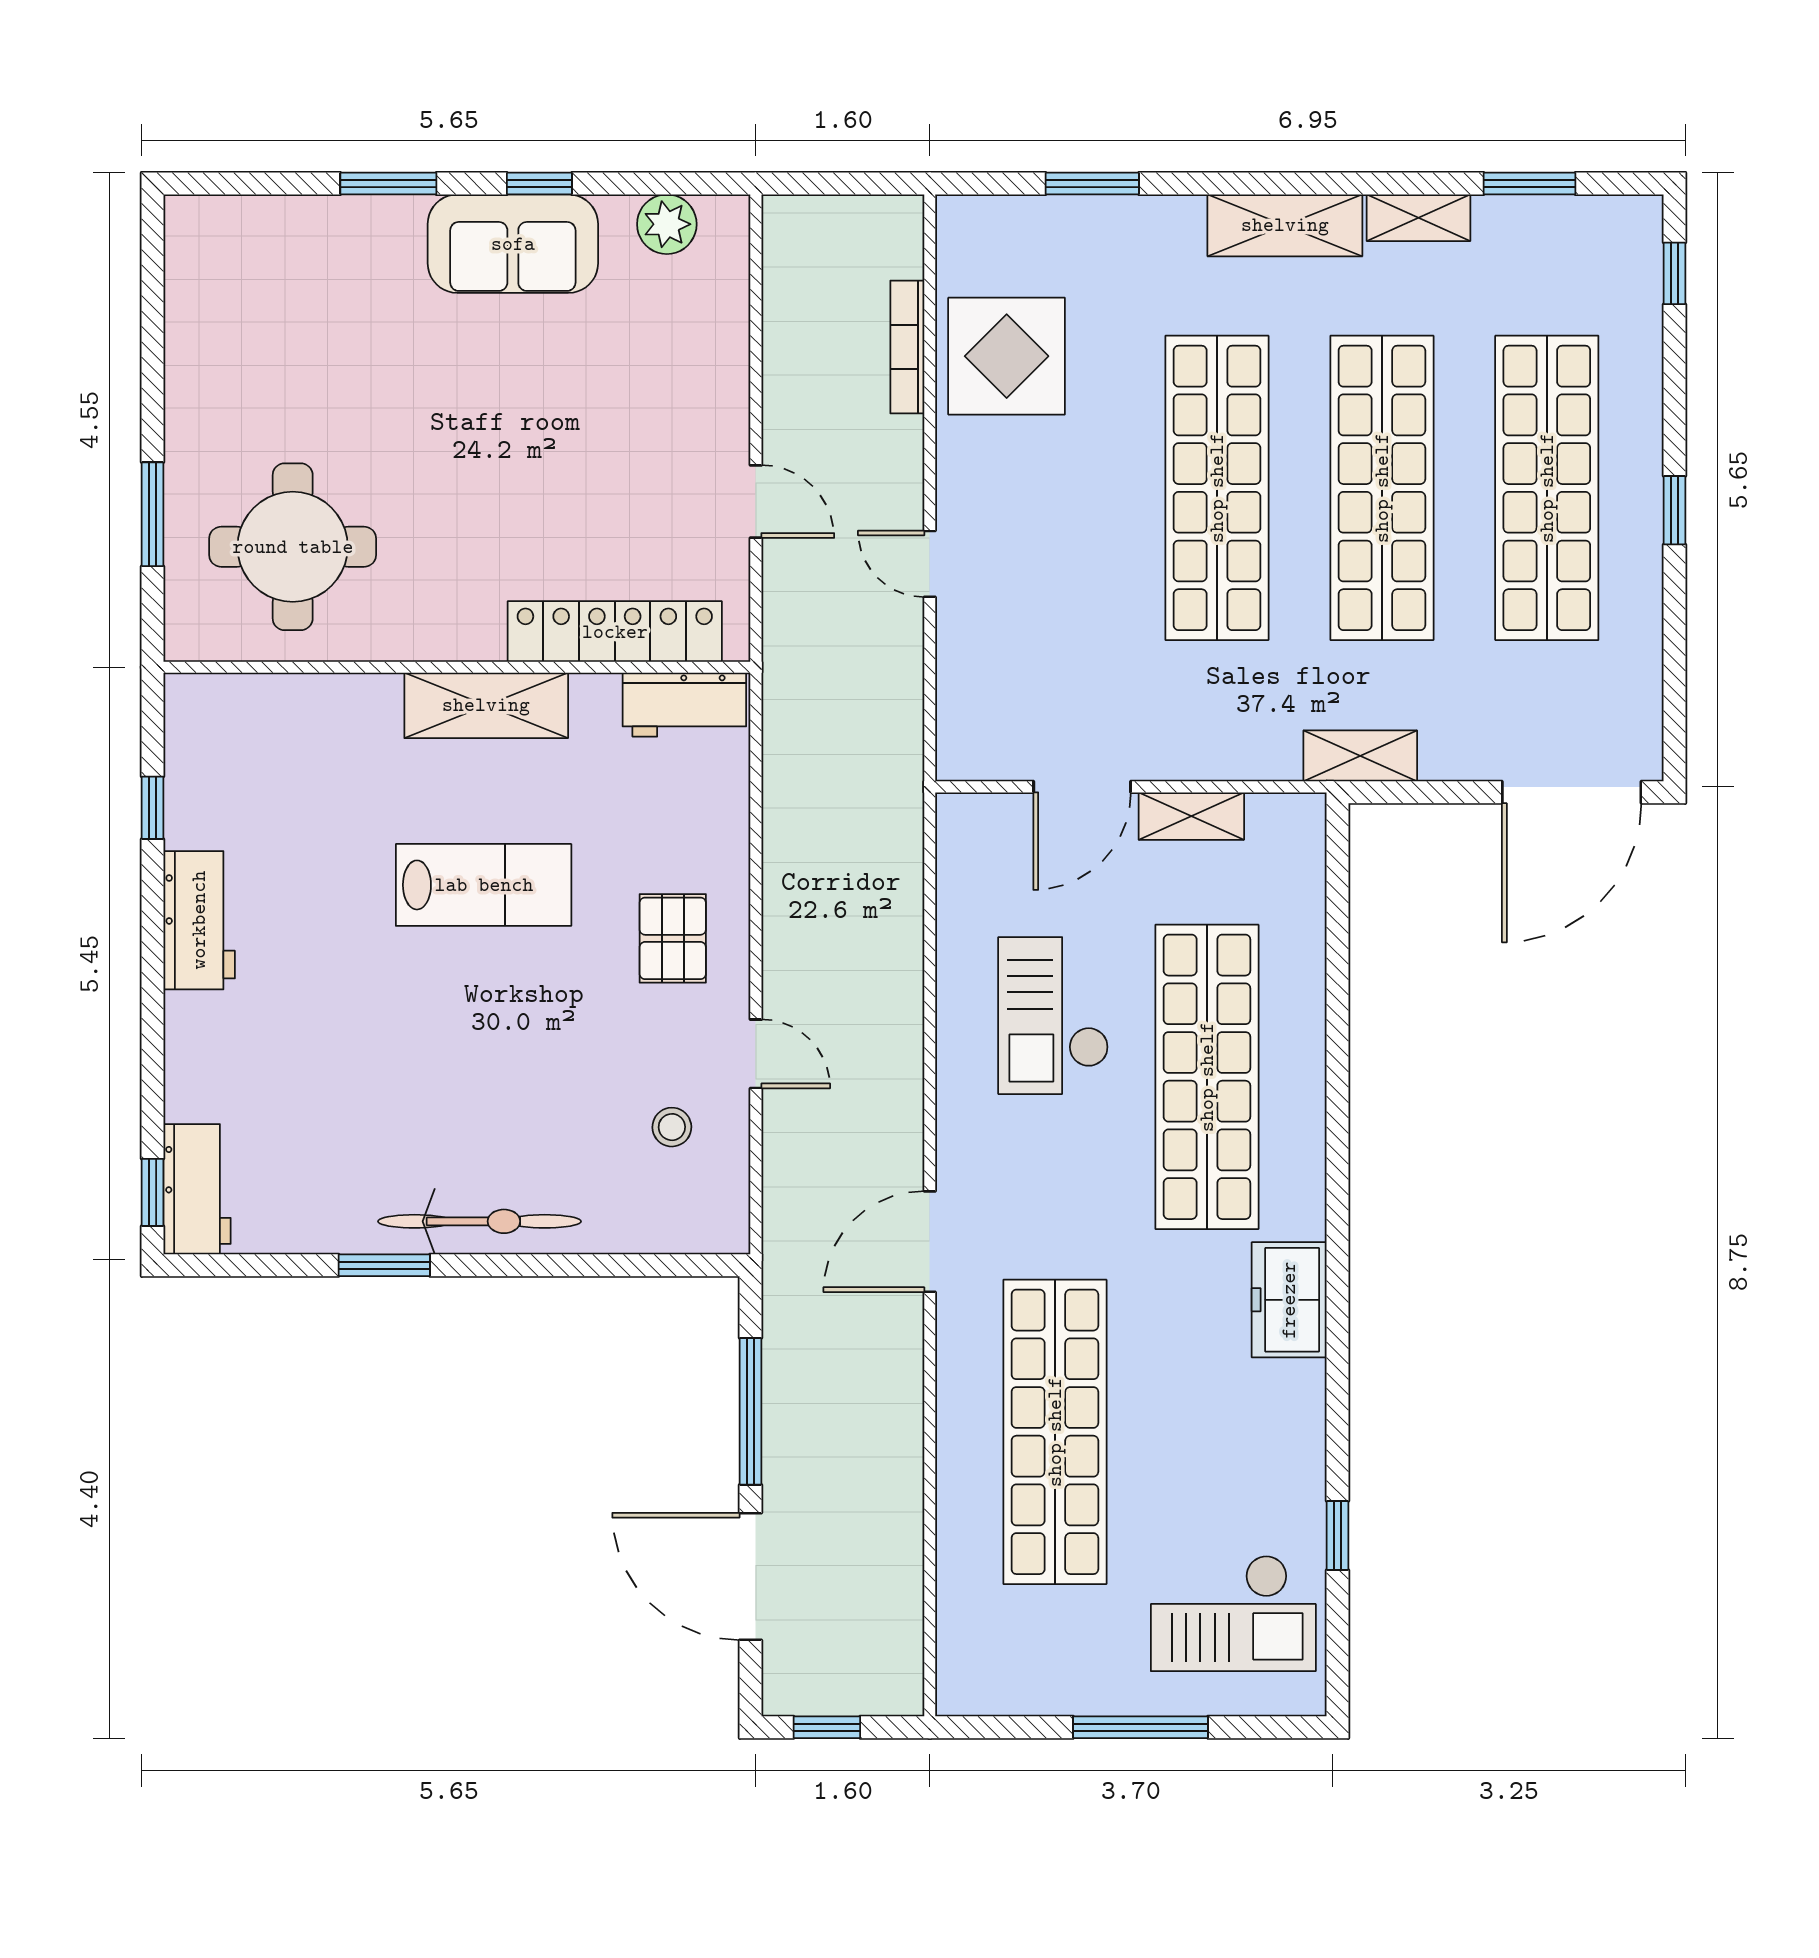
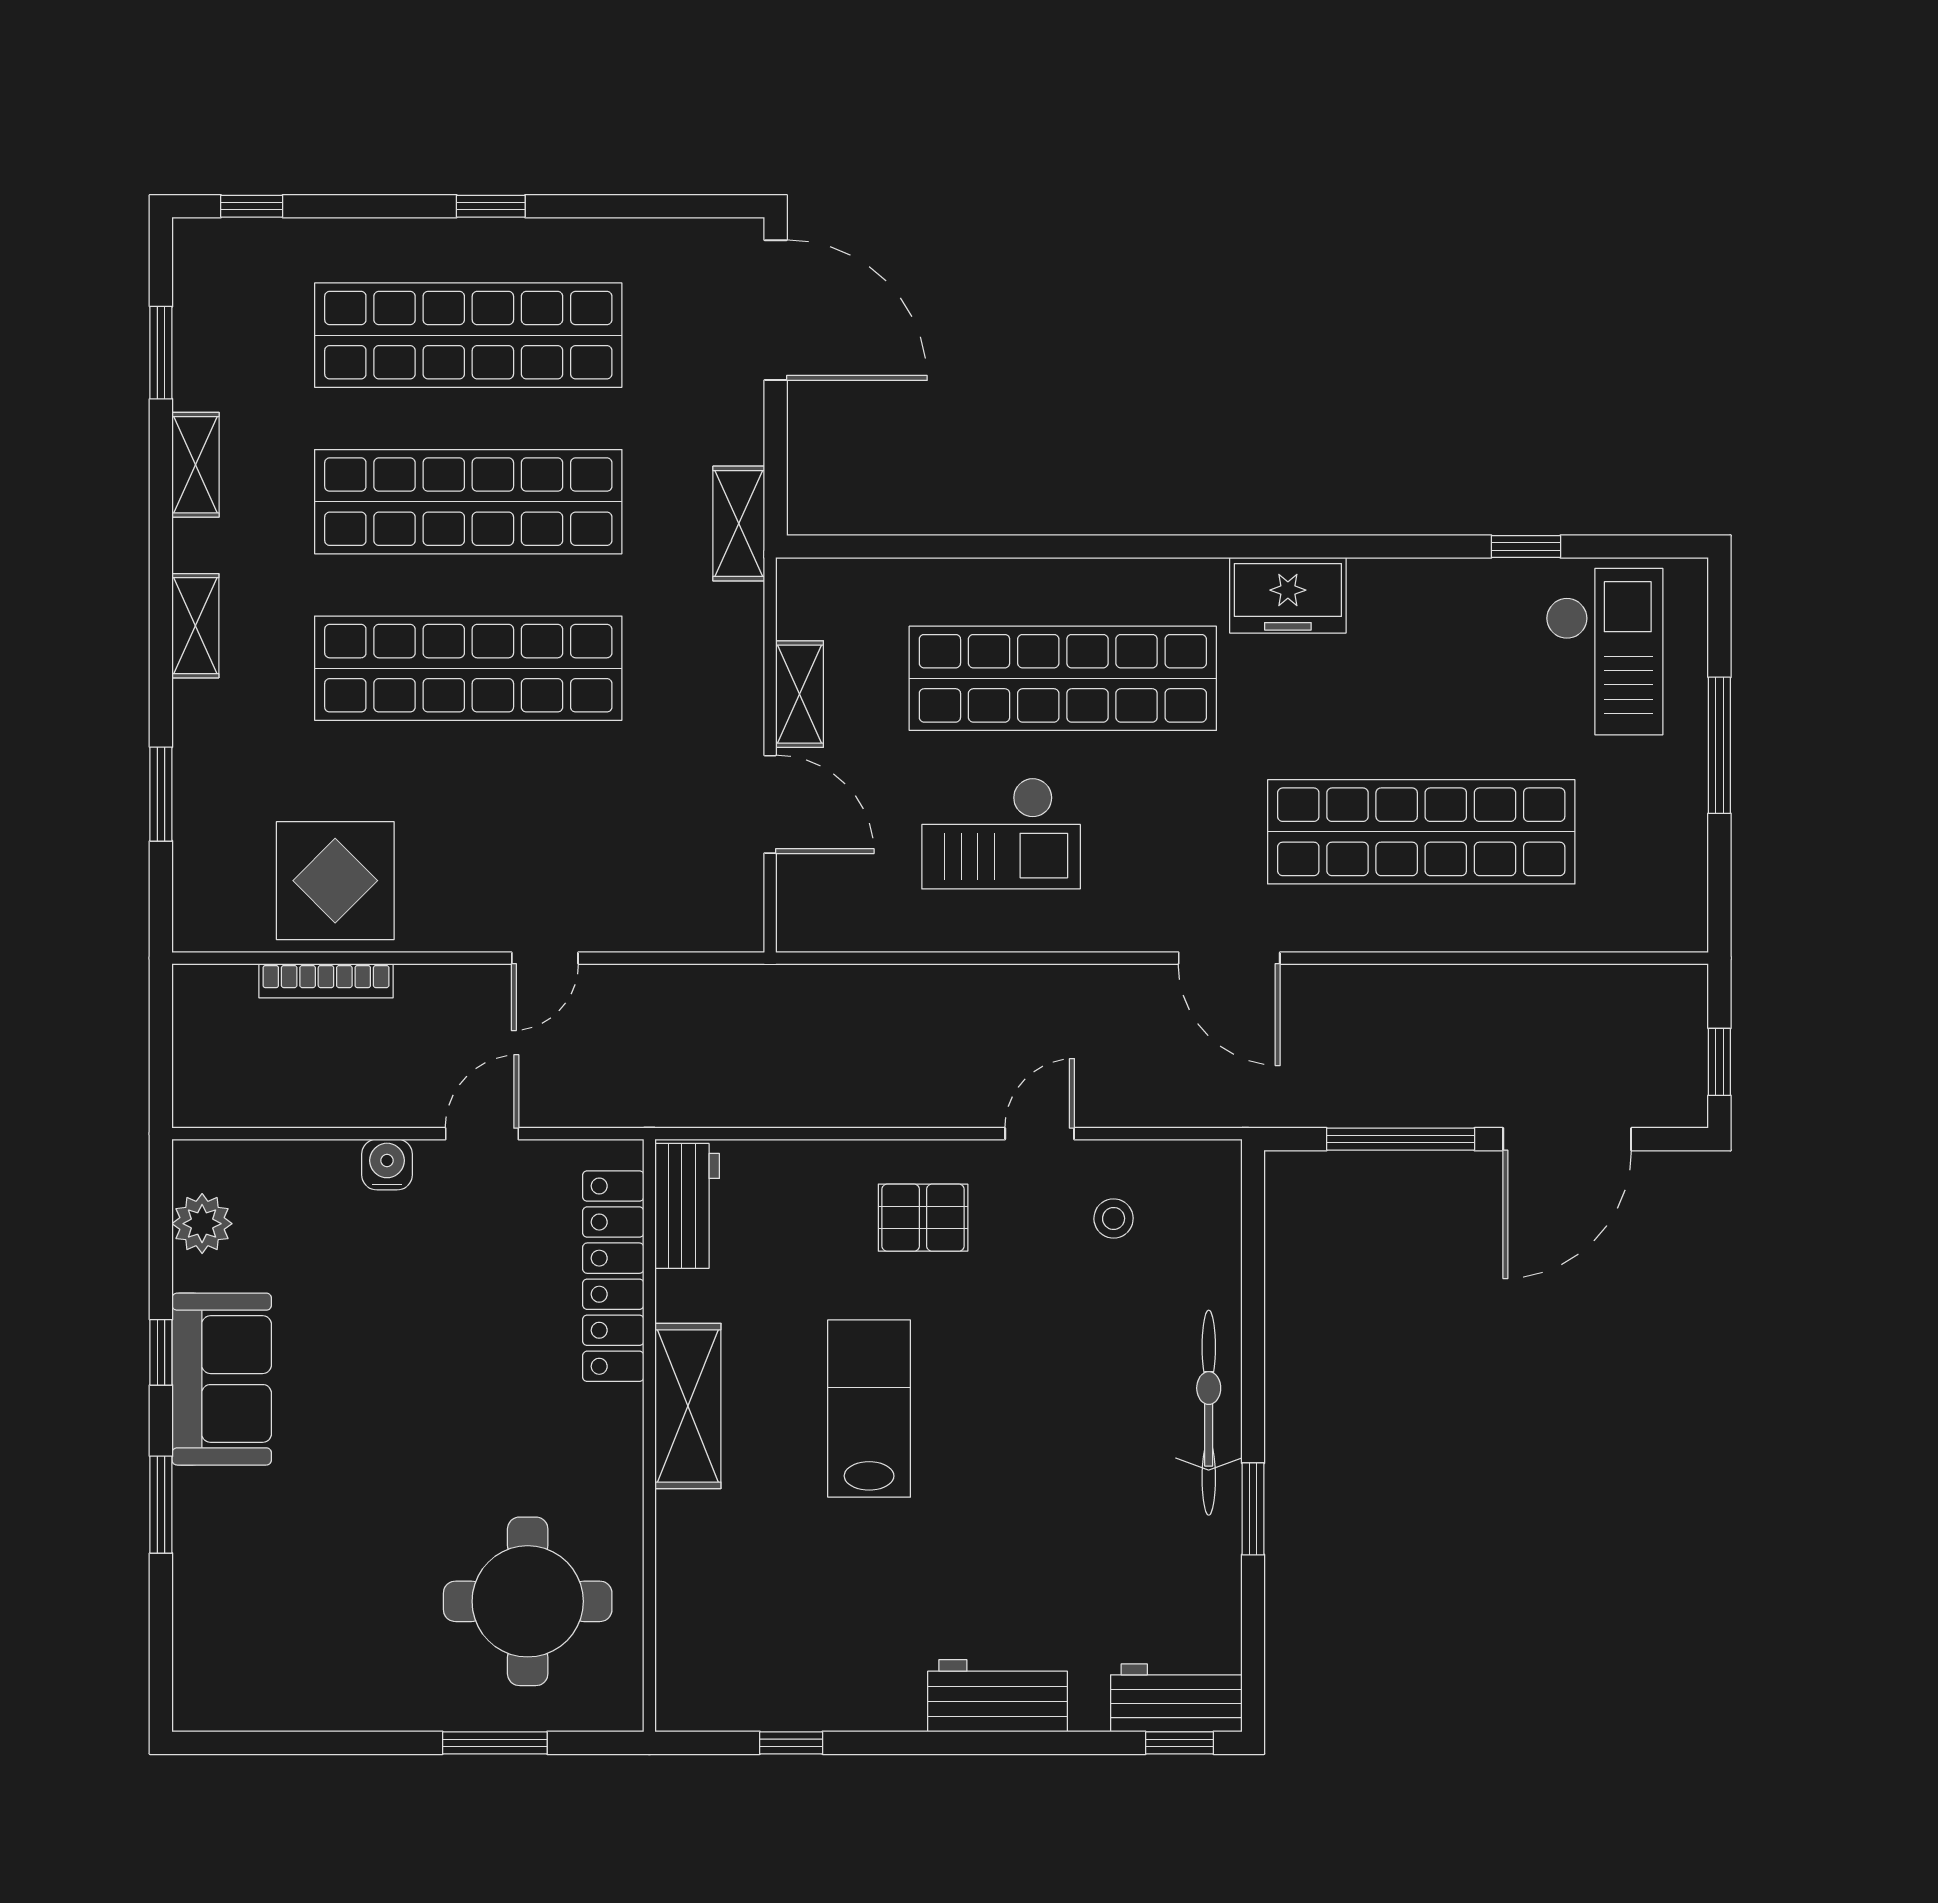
shelving: (1285, 225) -> (195, 626), width x0.67, depth x0.75
water cooler: (725, 407) -> (387, 1165), added
workbench: (199, 920) -> (998, 1696), moved

